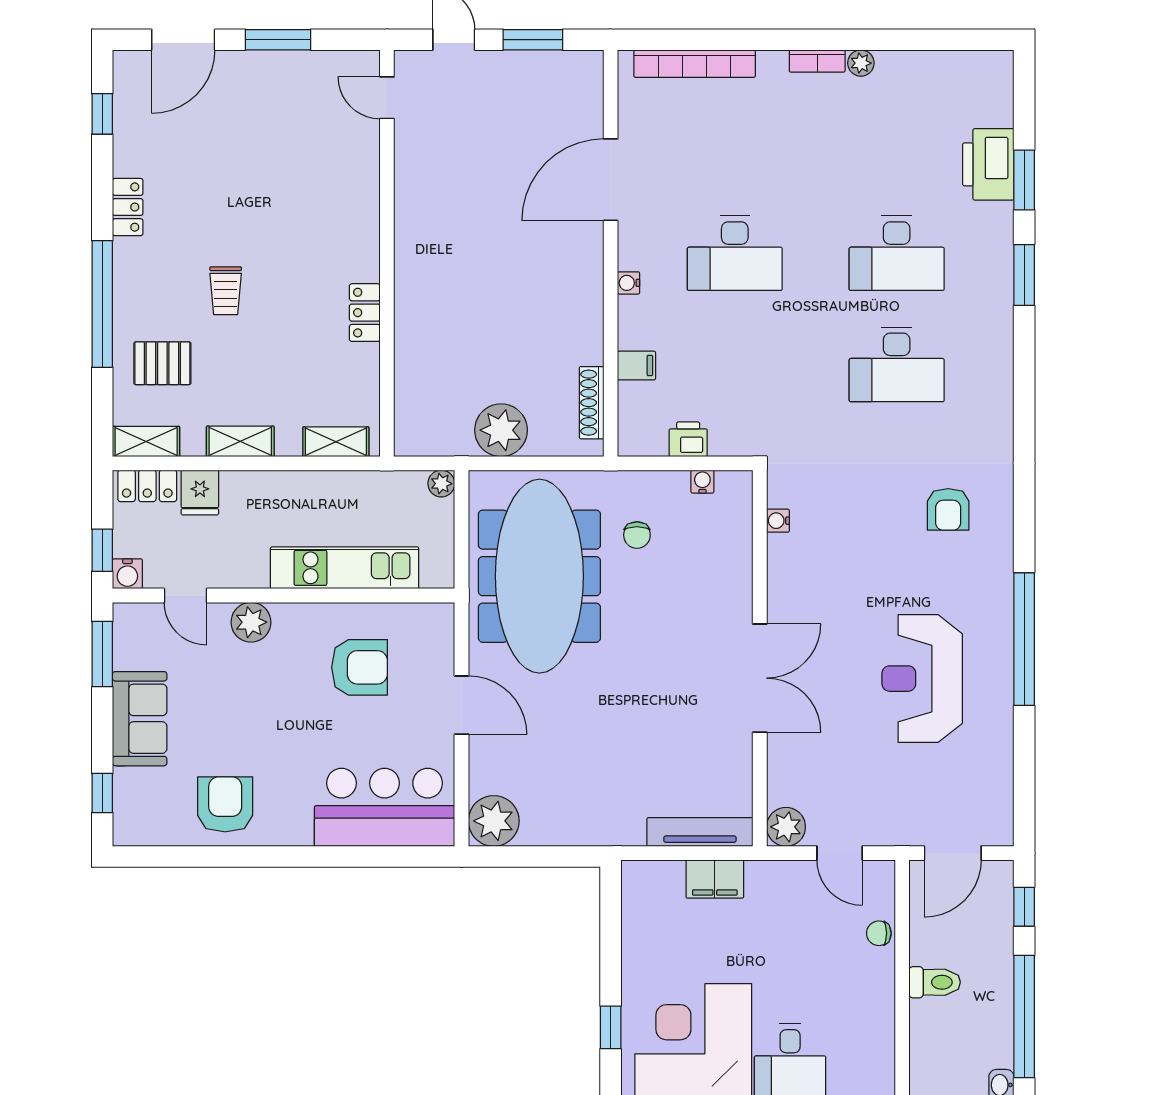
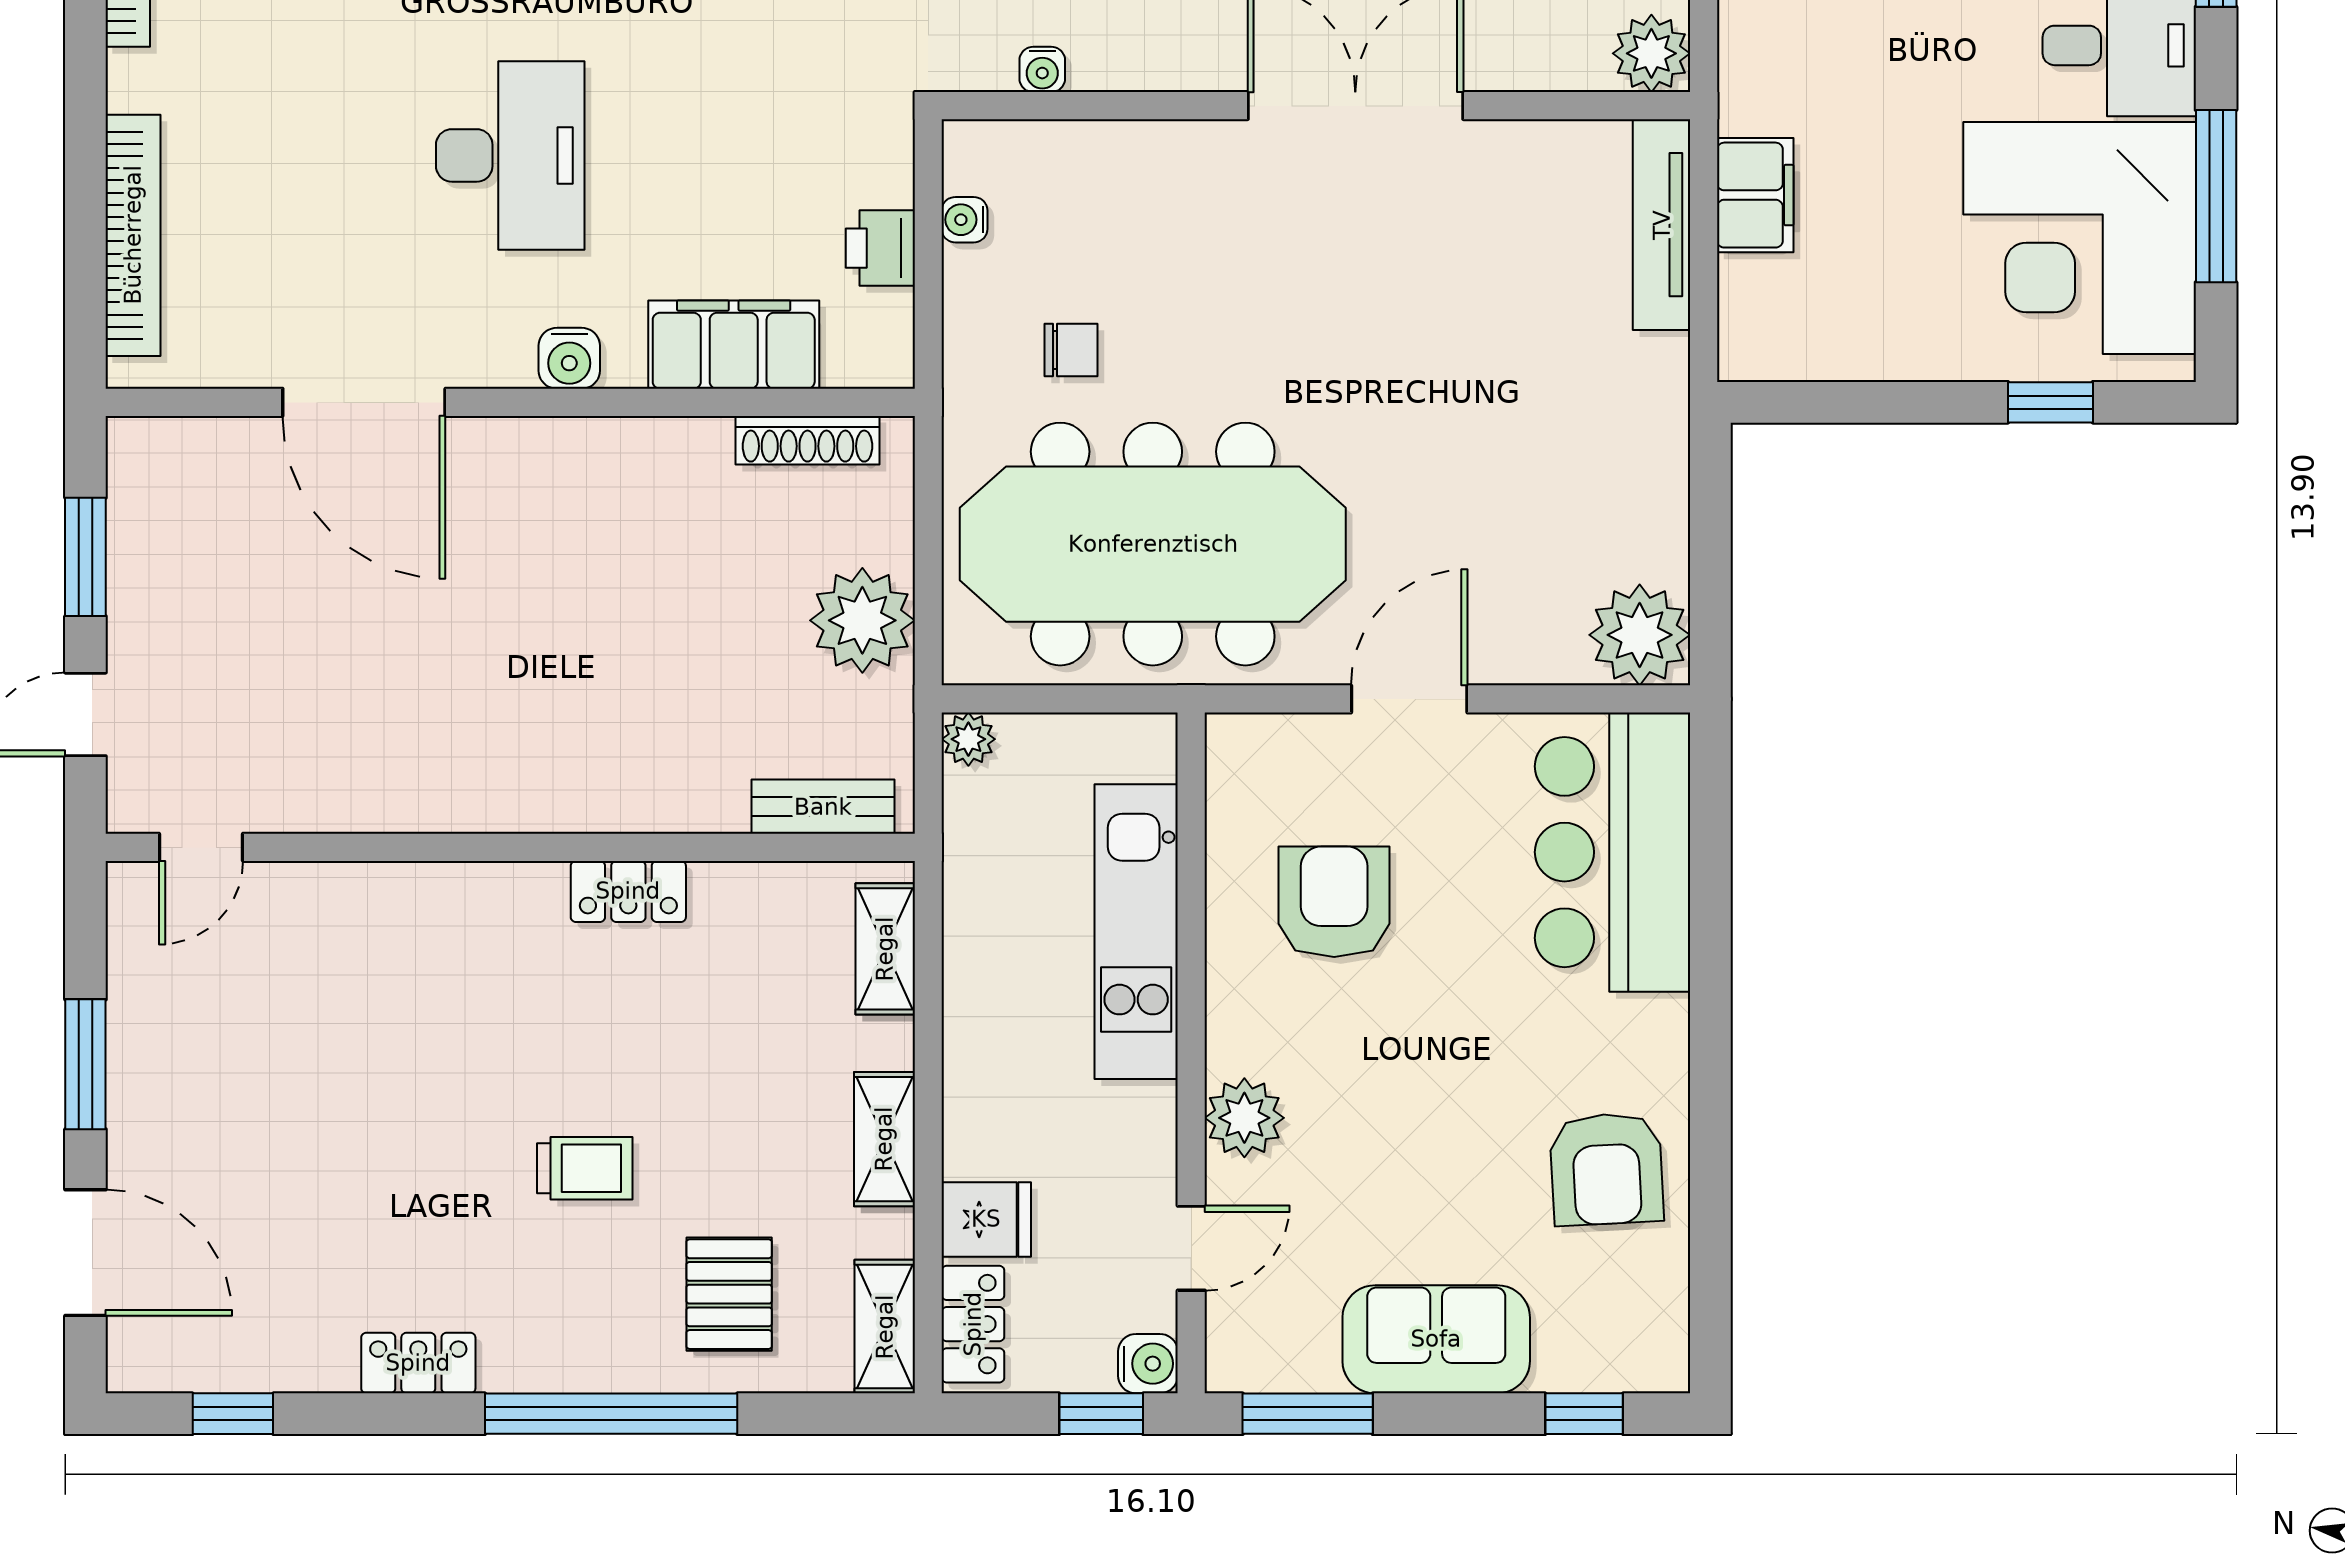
water cooler: (629, 283) -> (569, 358), width x1.38, depth x1.38
filing cabinet: (636, 366) -> (734, 345), width x3.00, depth x1.17
bench: (407, 410) -> (823, 807), added
armchair: (225, 804) -> (1607, 1169), turned -93

